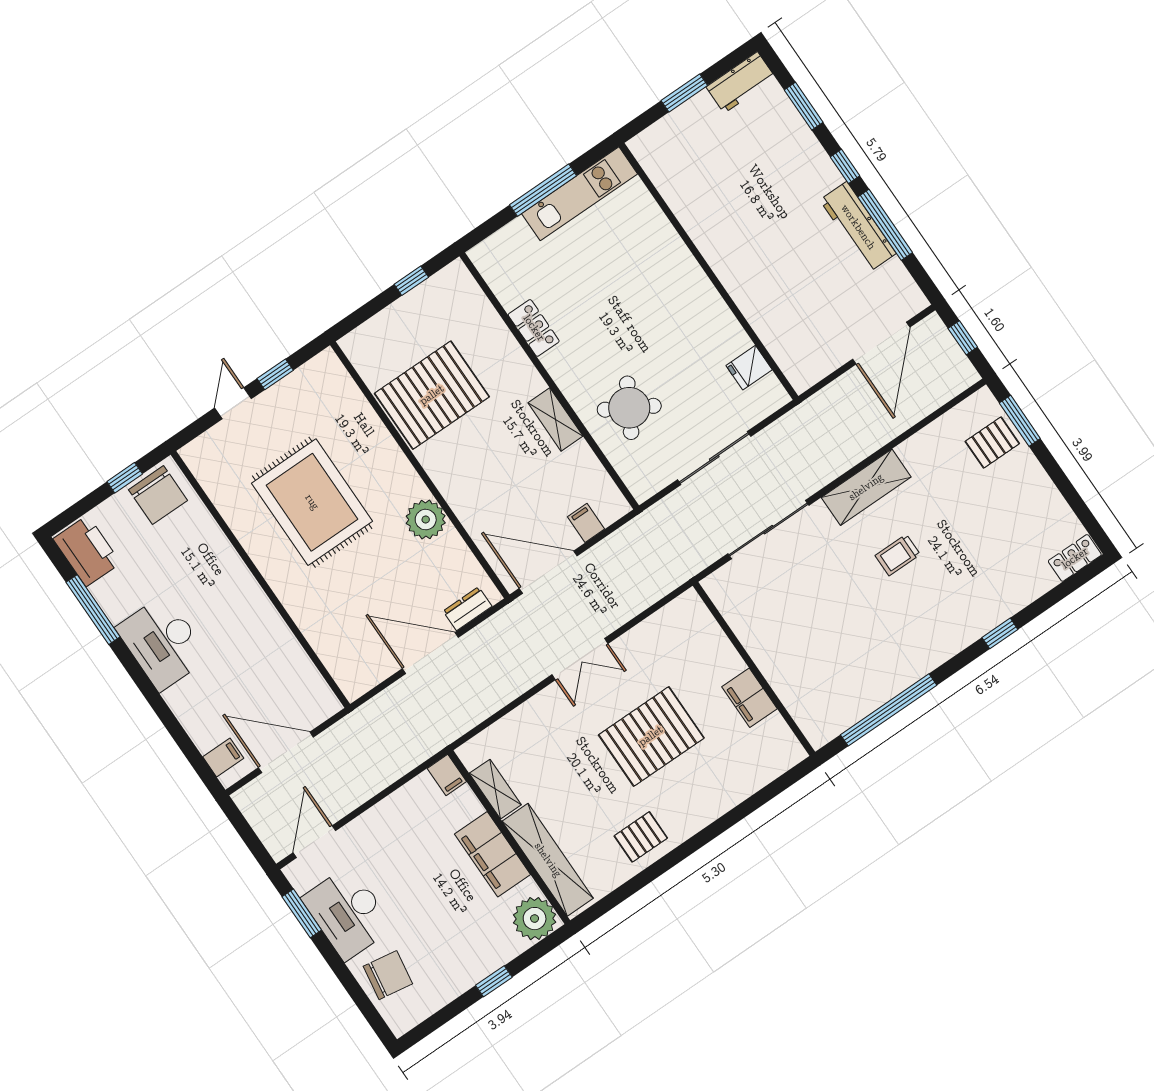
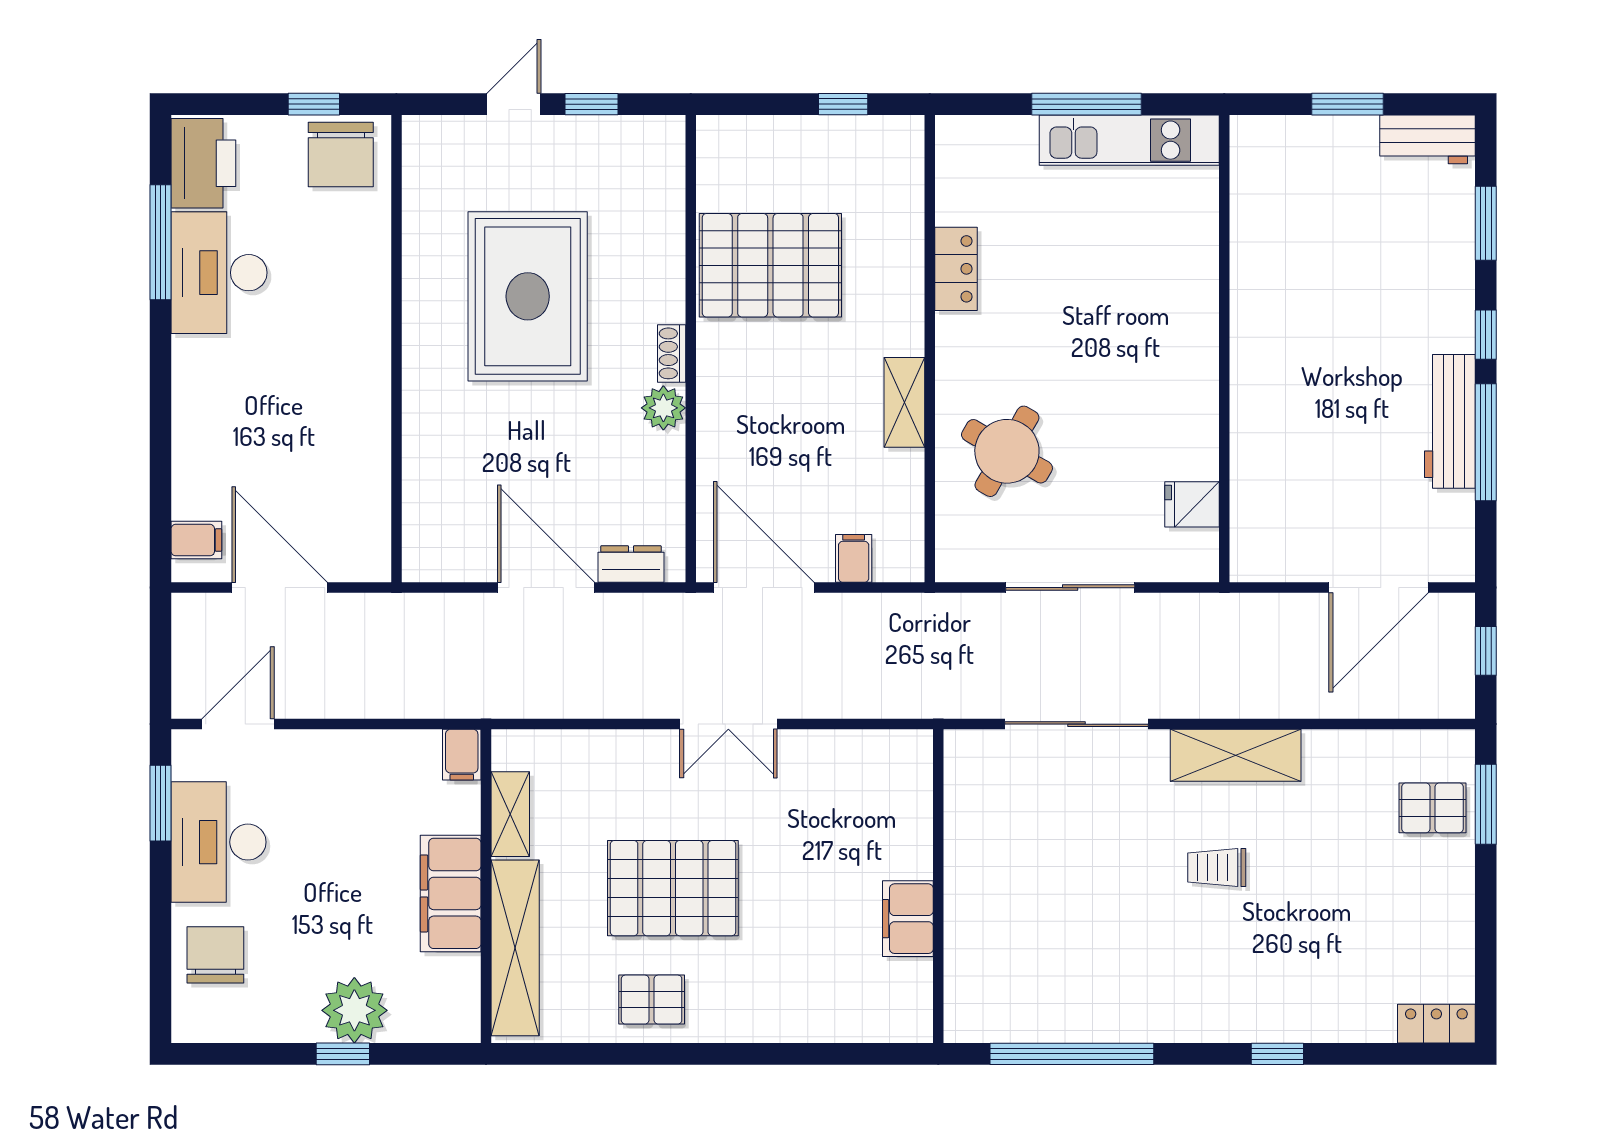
shoe rack: (411, 480) -> (672, 353), added
plant: (426, 520) -> (663, 408), width x0.73, depth x0.73
desk: (162, 643) -> (219, 273), moved
pallet: (651, 736) -> (673, 888), moved
plant: (535, 919) -> (354, 1010), moved
chair: (388, 975) -> (215, 955), turned -99

